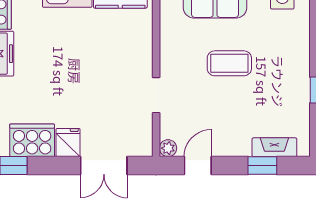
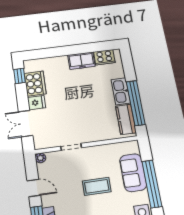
coffee table: (229, 63) -> (97, 186), turned 90
door: (198, 166) -> (34, 188), moved

